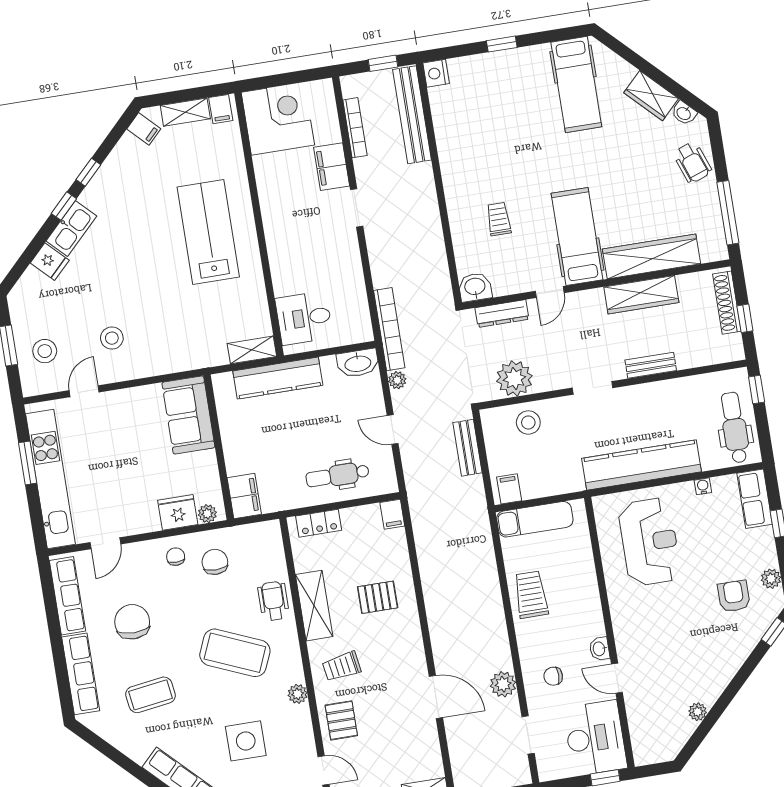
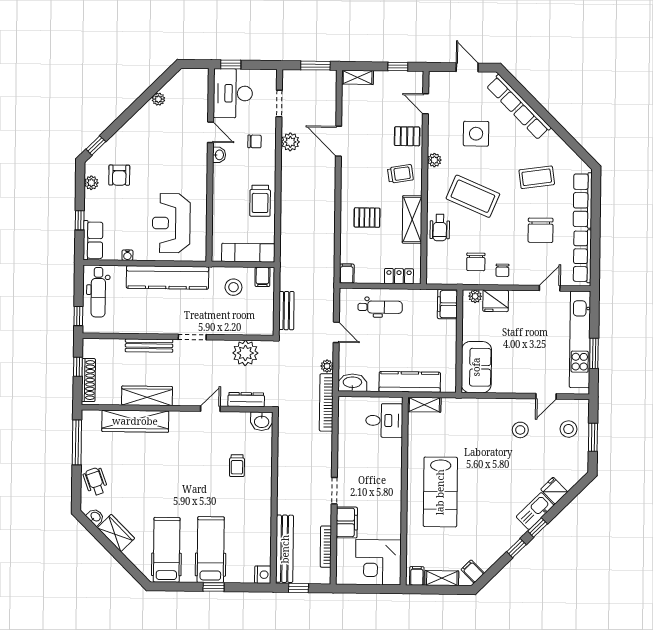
hospital bed: (577, 237) -> (211, 550), moved, turned 180
bench: (651, 365) -> (149, 346), width x1.36
stool: (528, 422) -> (233, 287), moved
pallet: (341, 720) -> (407, 136), turned 90

